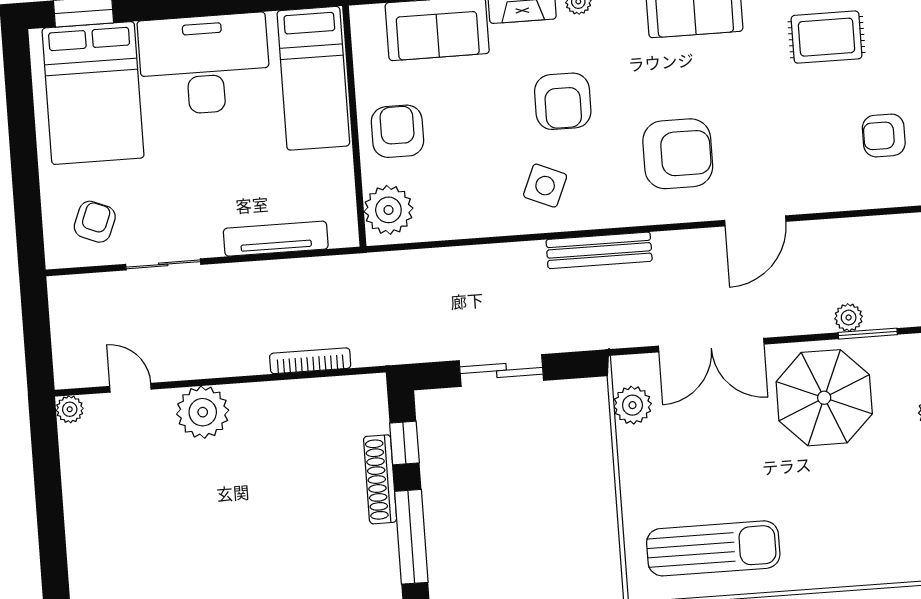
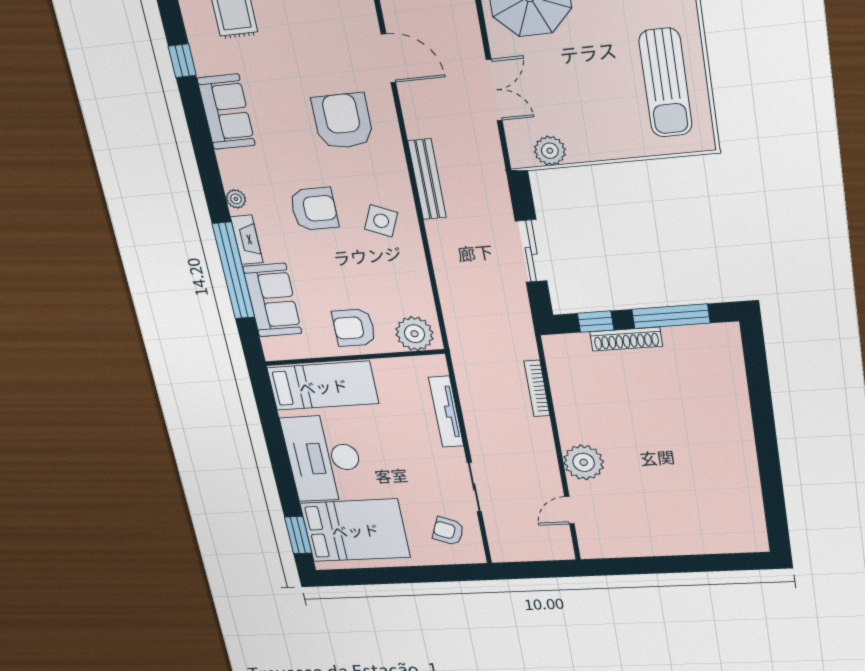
double door: (711, 345) -> (494, 90), width x0.73
plant: (70, 409) -> (589, 550), removed
sun lounger: (713, 548) -> (666, 83), turned 180

